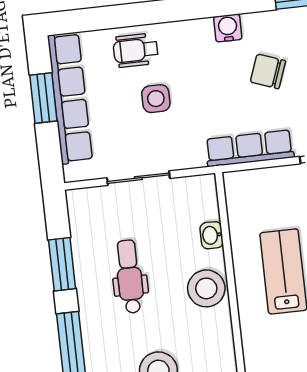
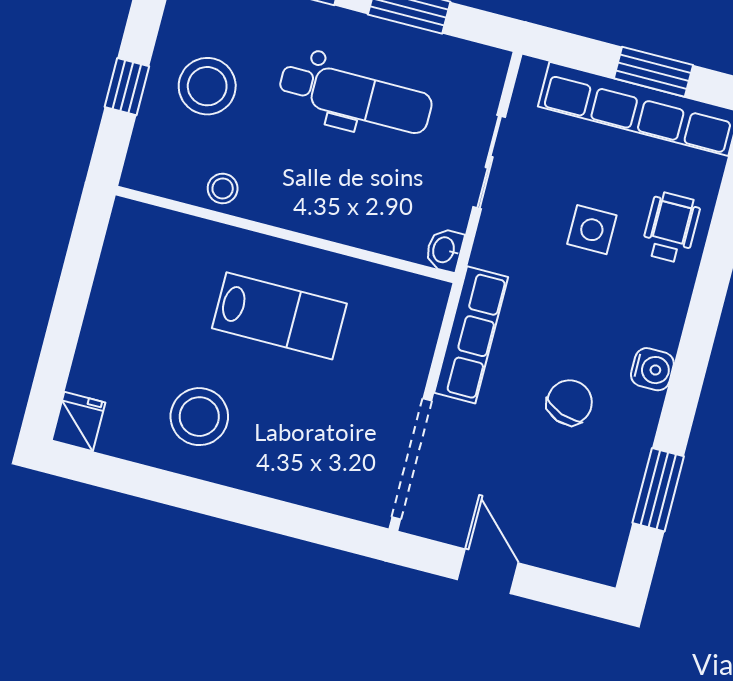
washbasin: (212, 235) -> (444, 250), moved, turned -90
dental chair: (130, 276) -> (355, 97), width x1.36, depth x1.38
stool: (206, 288) -> (223, 189), moved, width x0.53, depth x0.53

